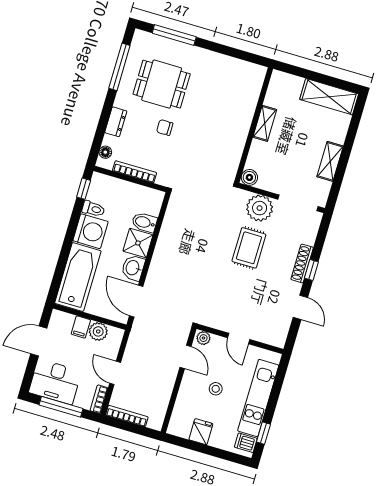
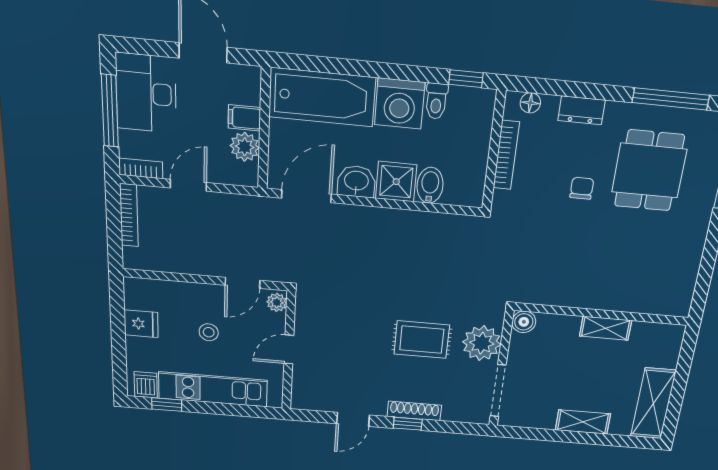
shelving: (330, 161) -> (583, 422), moved

